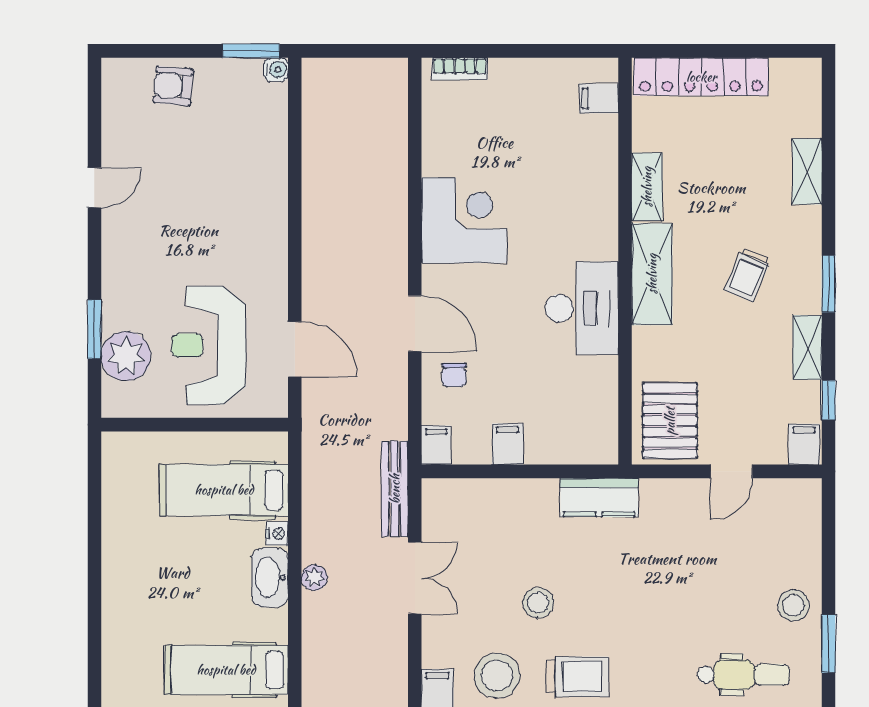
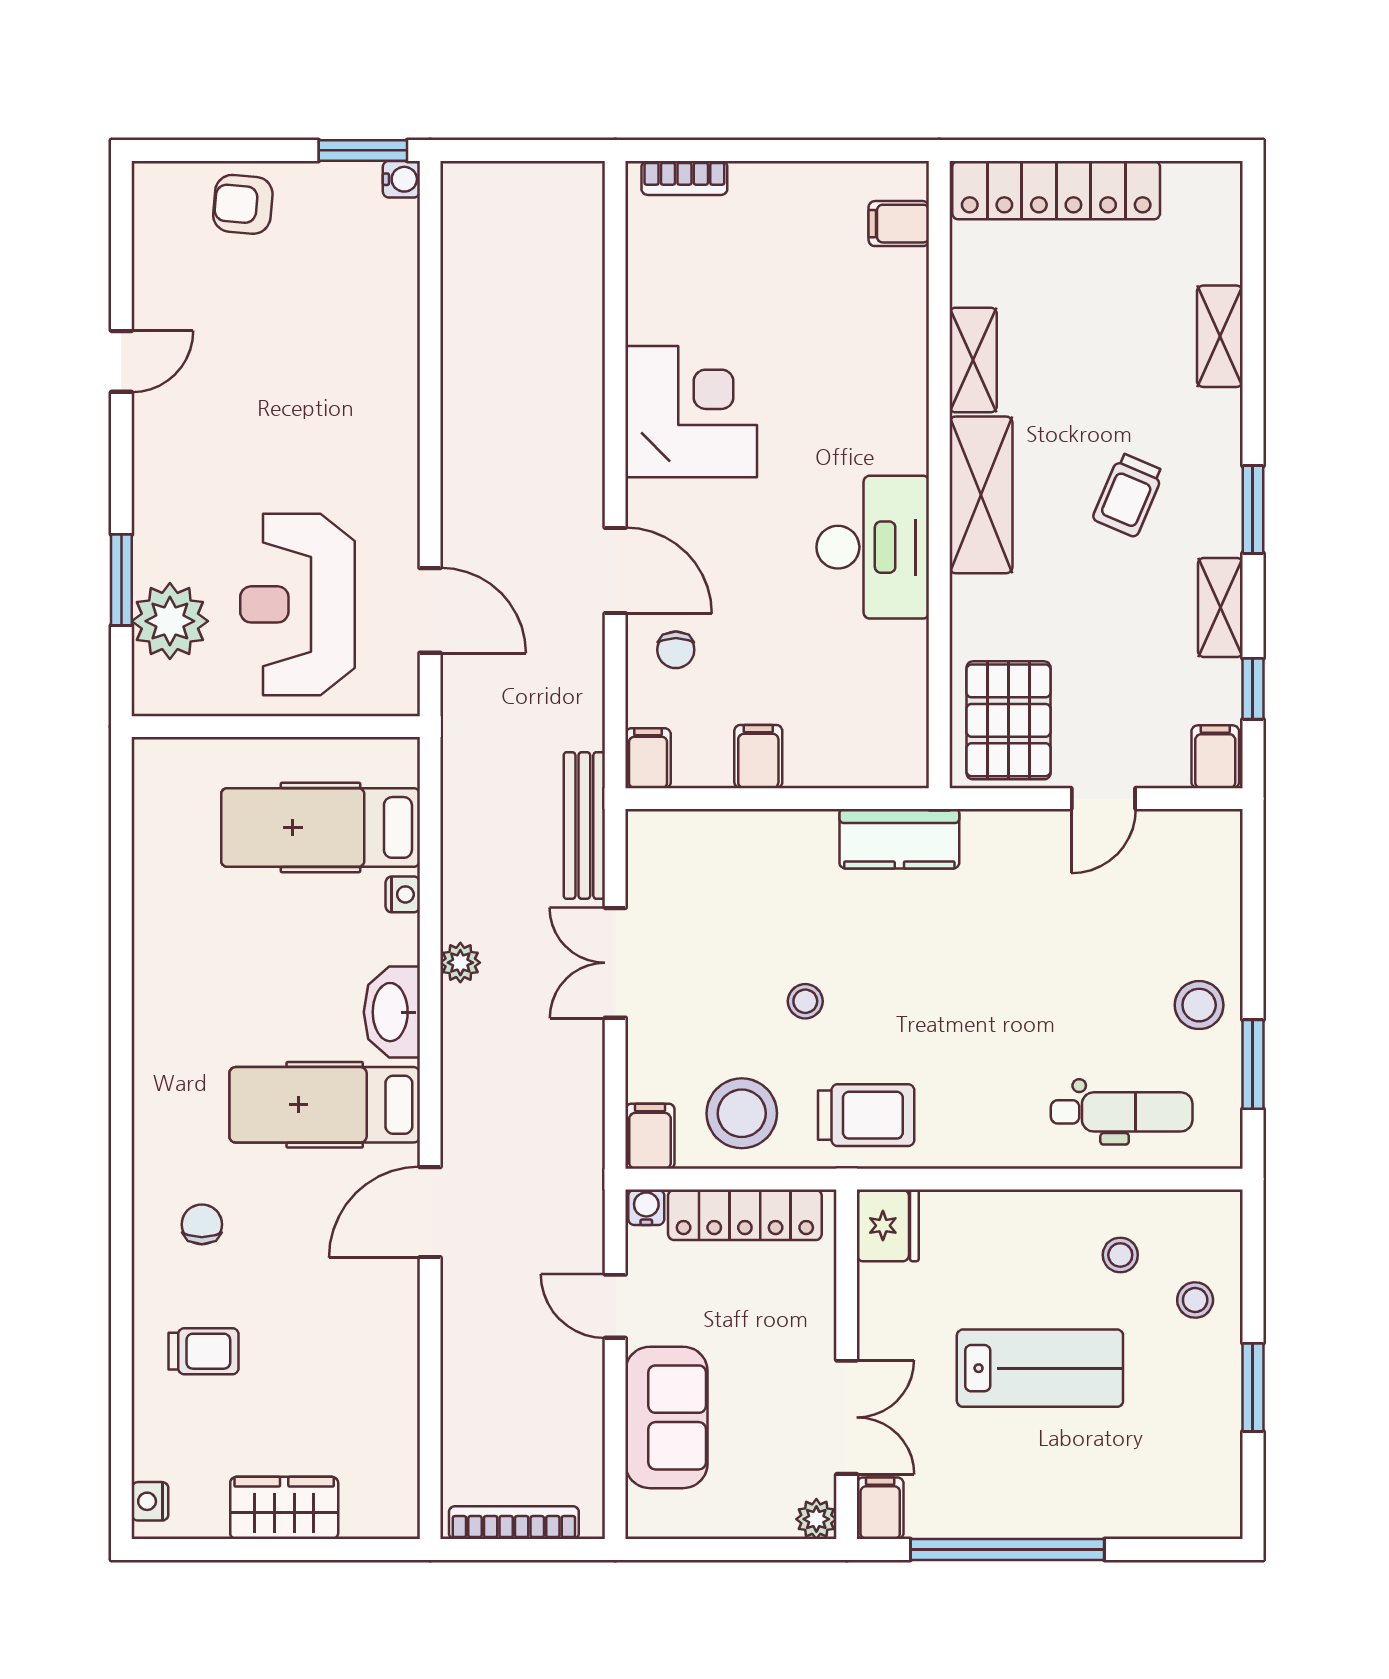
washbasin: (270, 578) -> (392, 1012), moved
double door: (415, 578) -> (615, 963), swing flipped
stool: (538, 603) -> (805, 1001), width x0.73, depth x0.73

